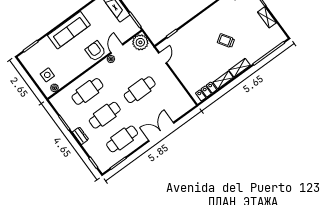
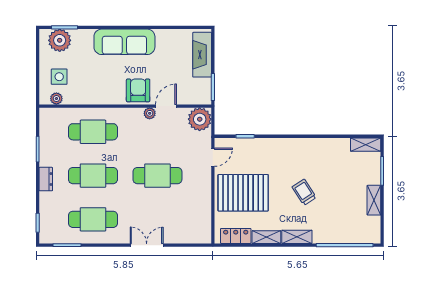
plant: (33, 55) -> (60, 40), added
pallet: (193, 65) -> (243, 193), added
double door: (161, 132) -> (147, 245), width x0.73

